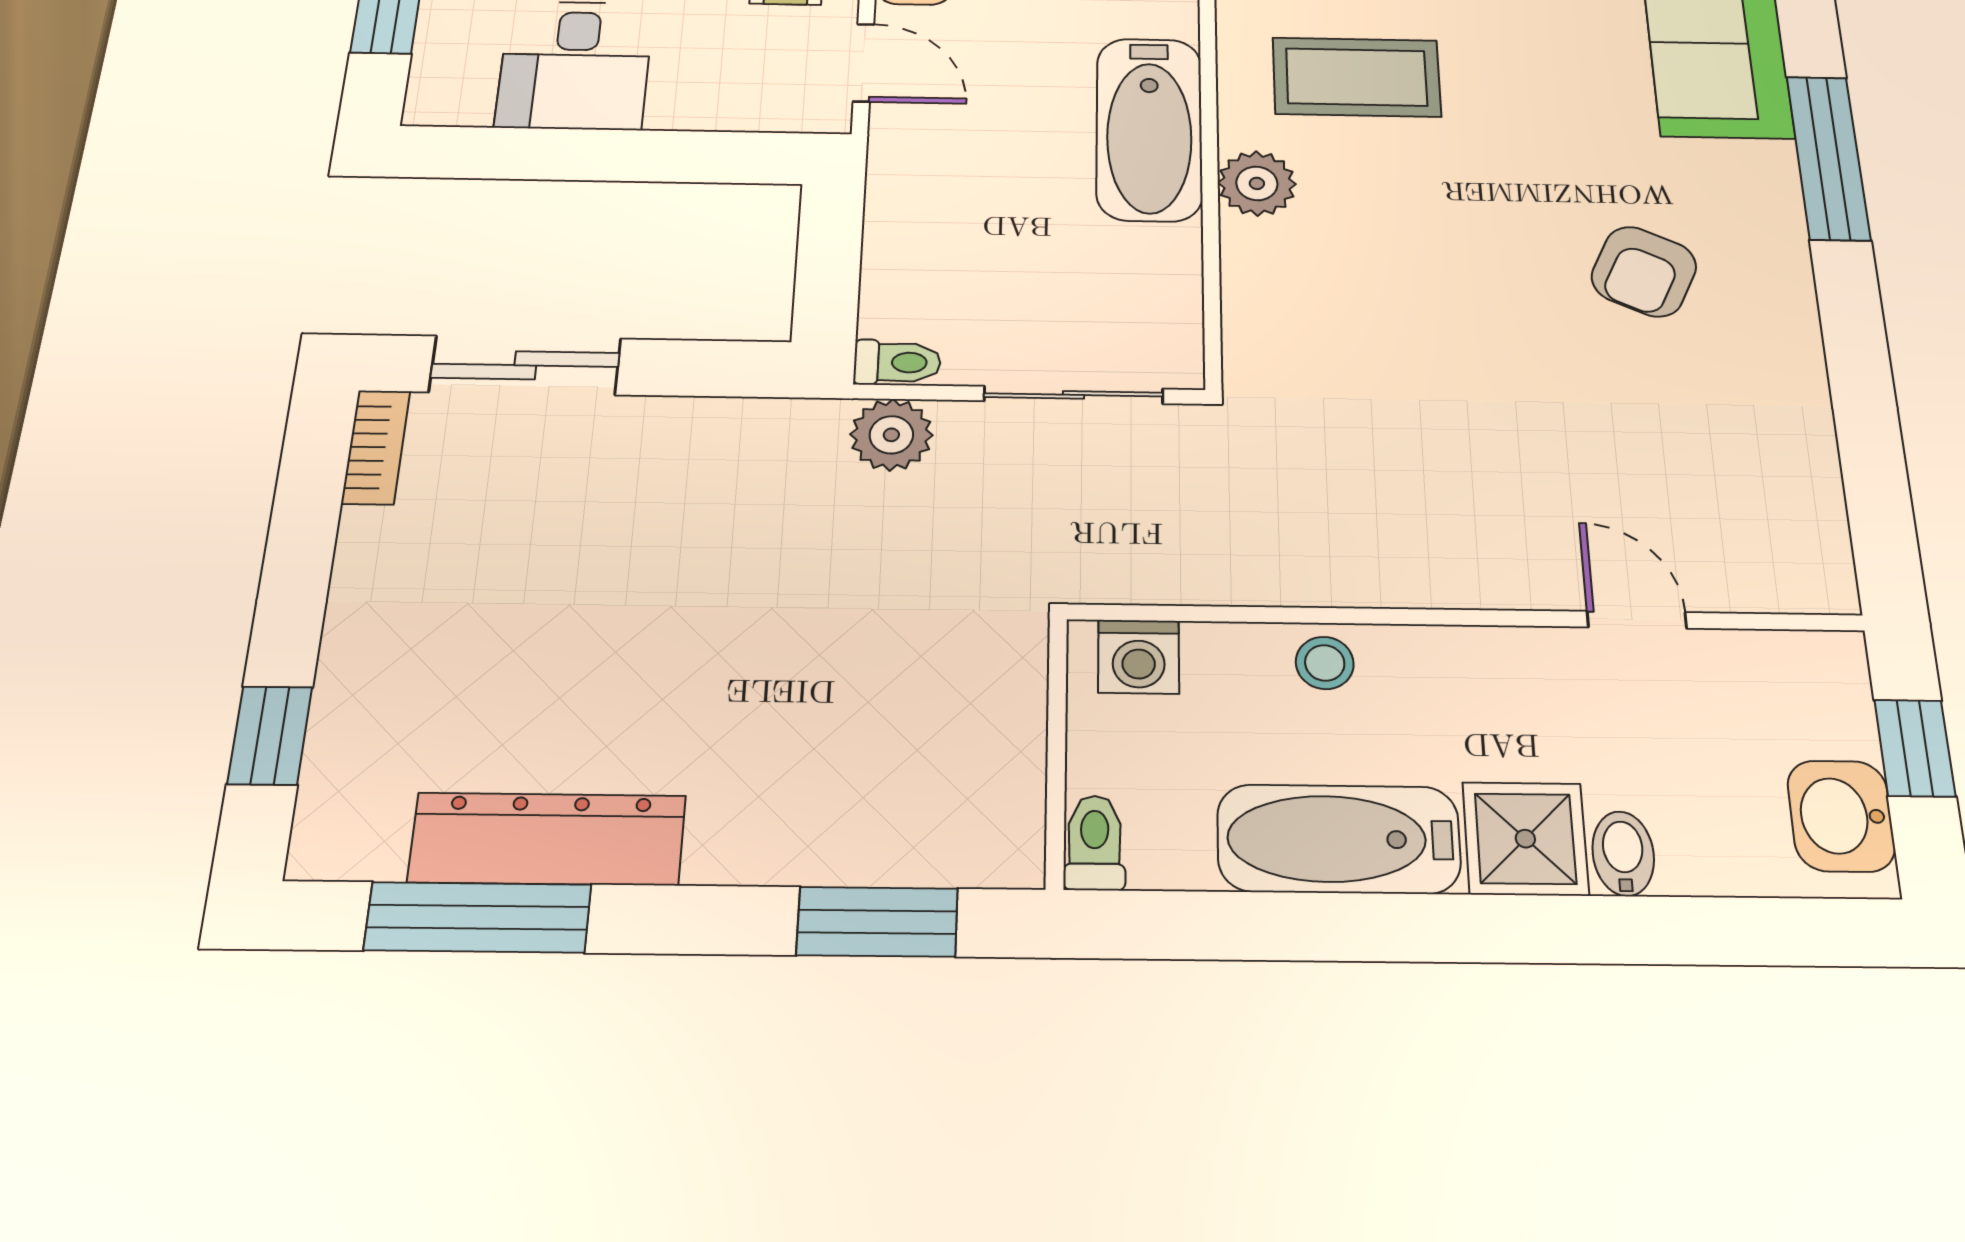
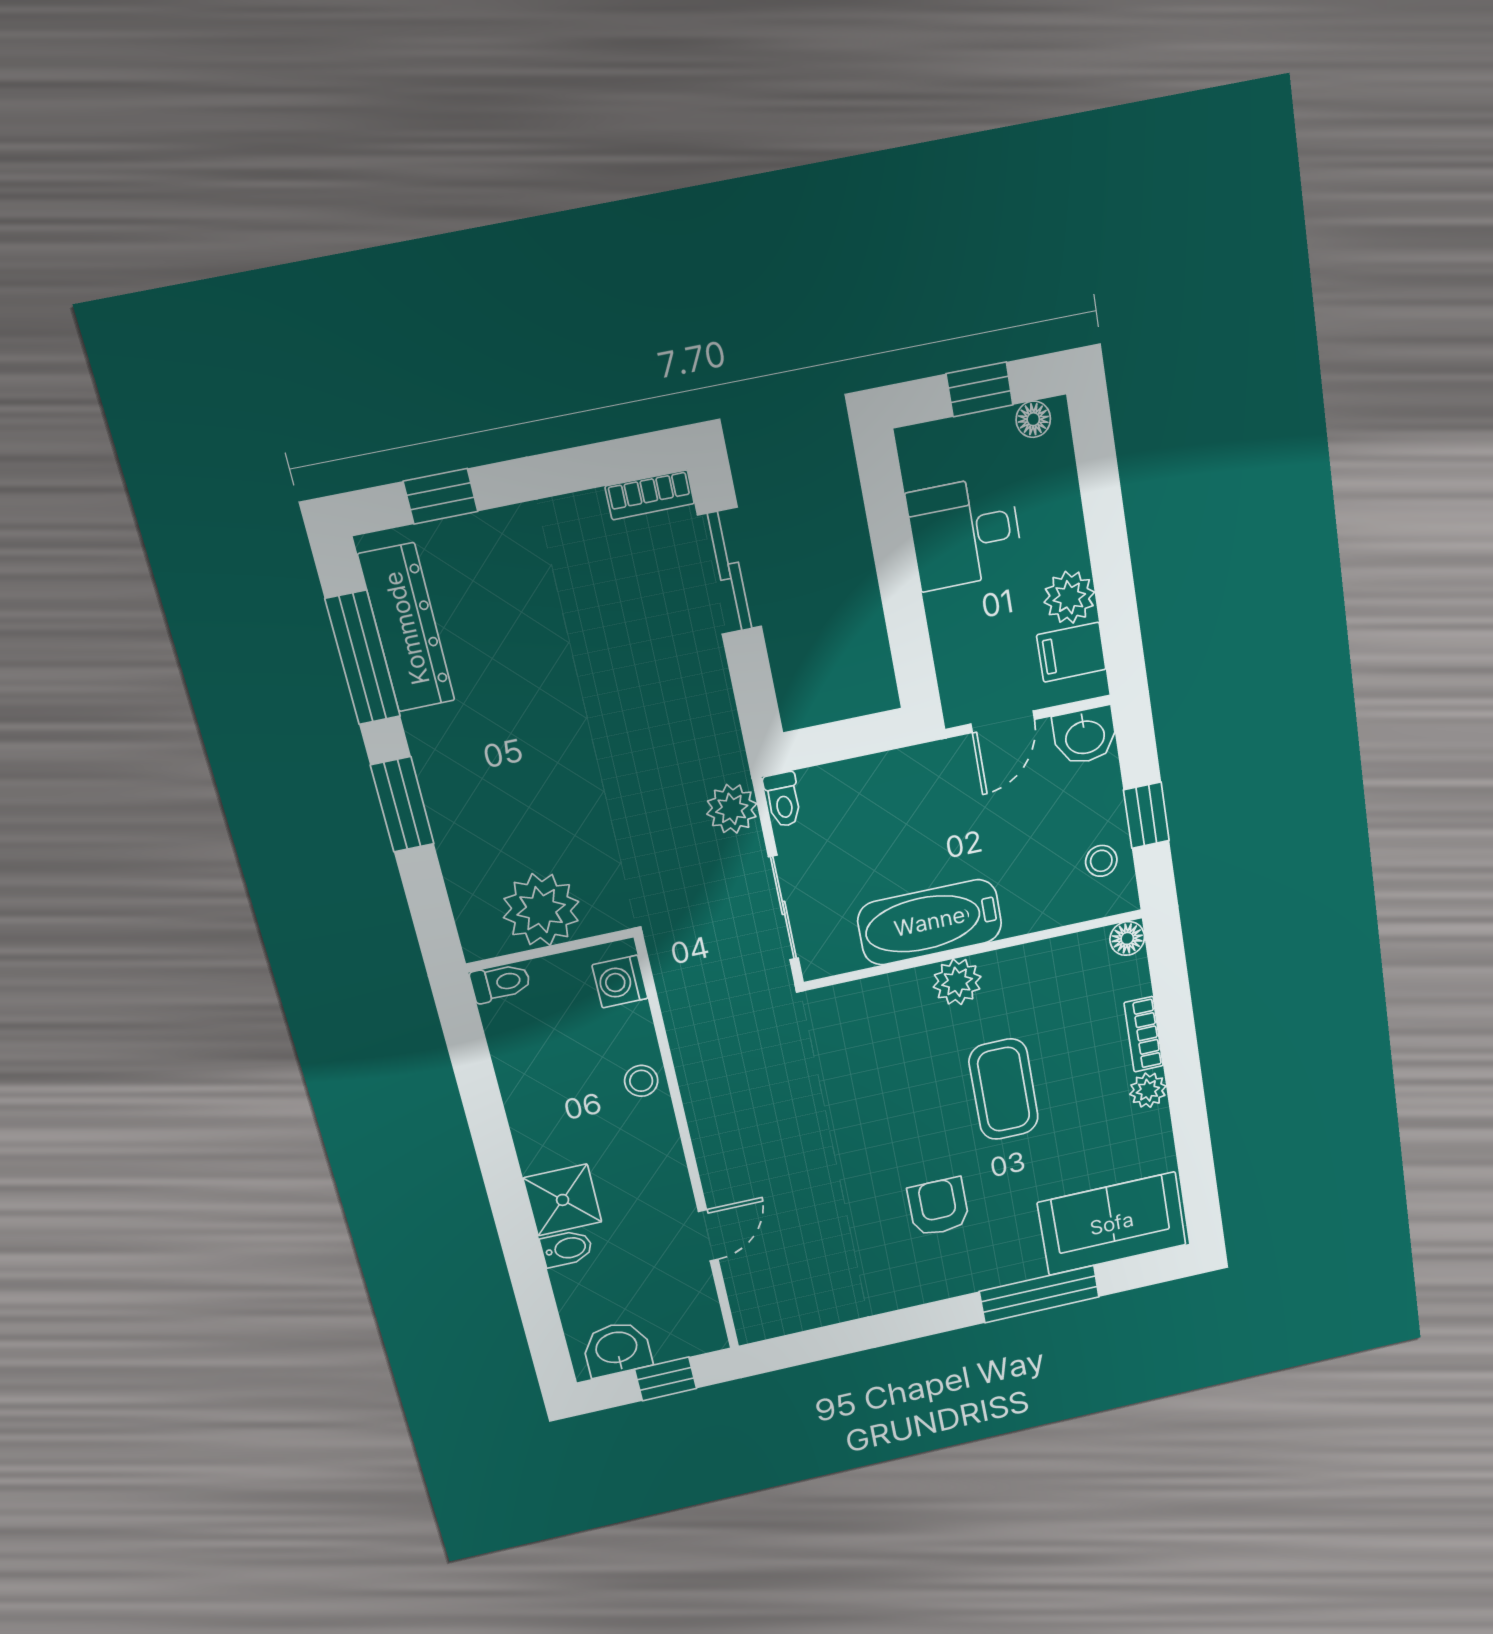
coffee table: (1357, 77) -> (1004, 1089), moved
bathtub: (1149, 129) -> (930, 922), moved
armchair: (1644, 272) -> (938, 1207), turned 65
plant: (982, 748) -> (541, 910), added
dresser: (547, 839) -> (407, 628), moved
bathtub: (1339, 839) -> (537, 1107), removed
window: (877, 922) -> (402, 804), moved

